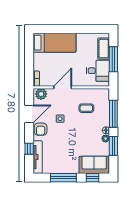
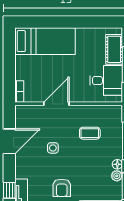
plant: (41, 94) -> (26, 113), removed
armchair: (41, 129) -> (62, 188), moved

